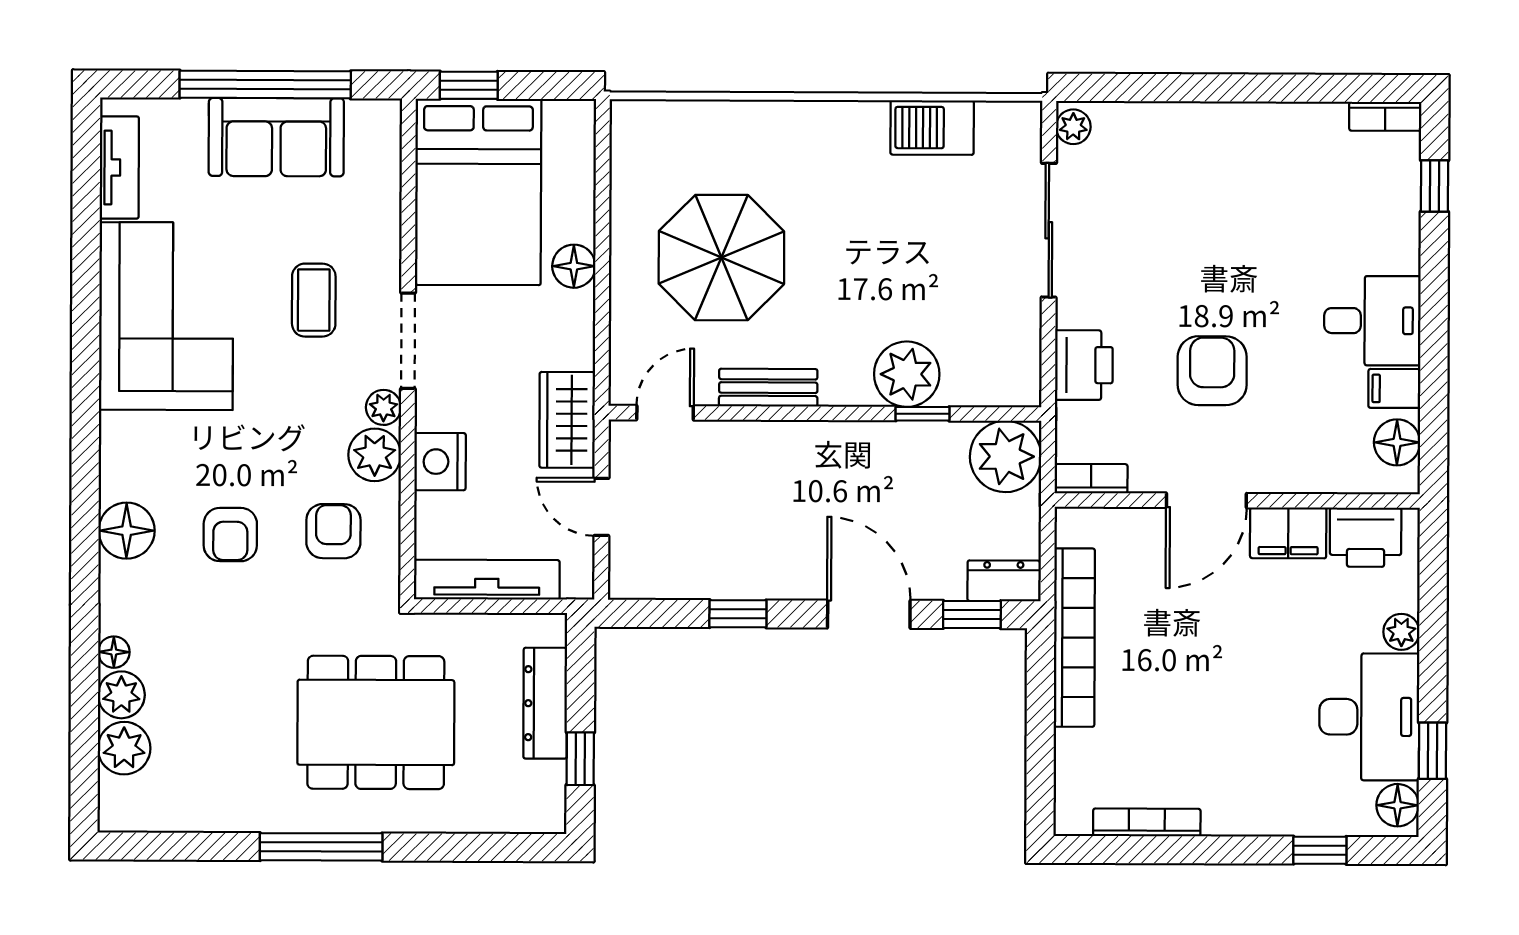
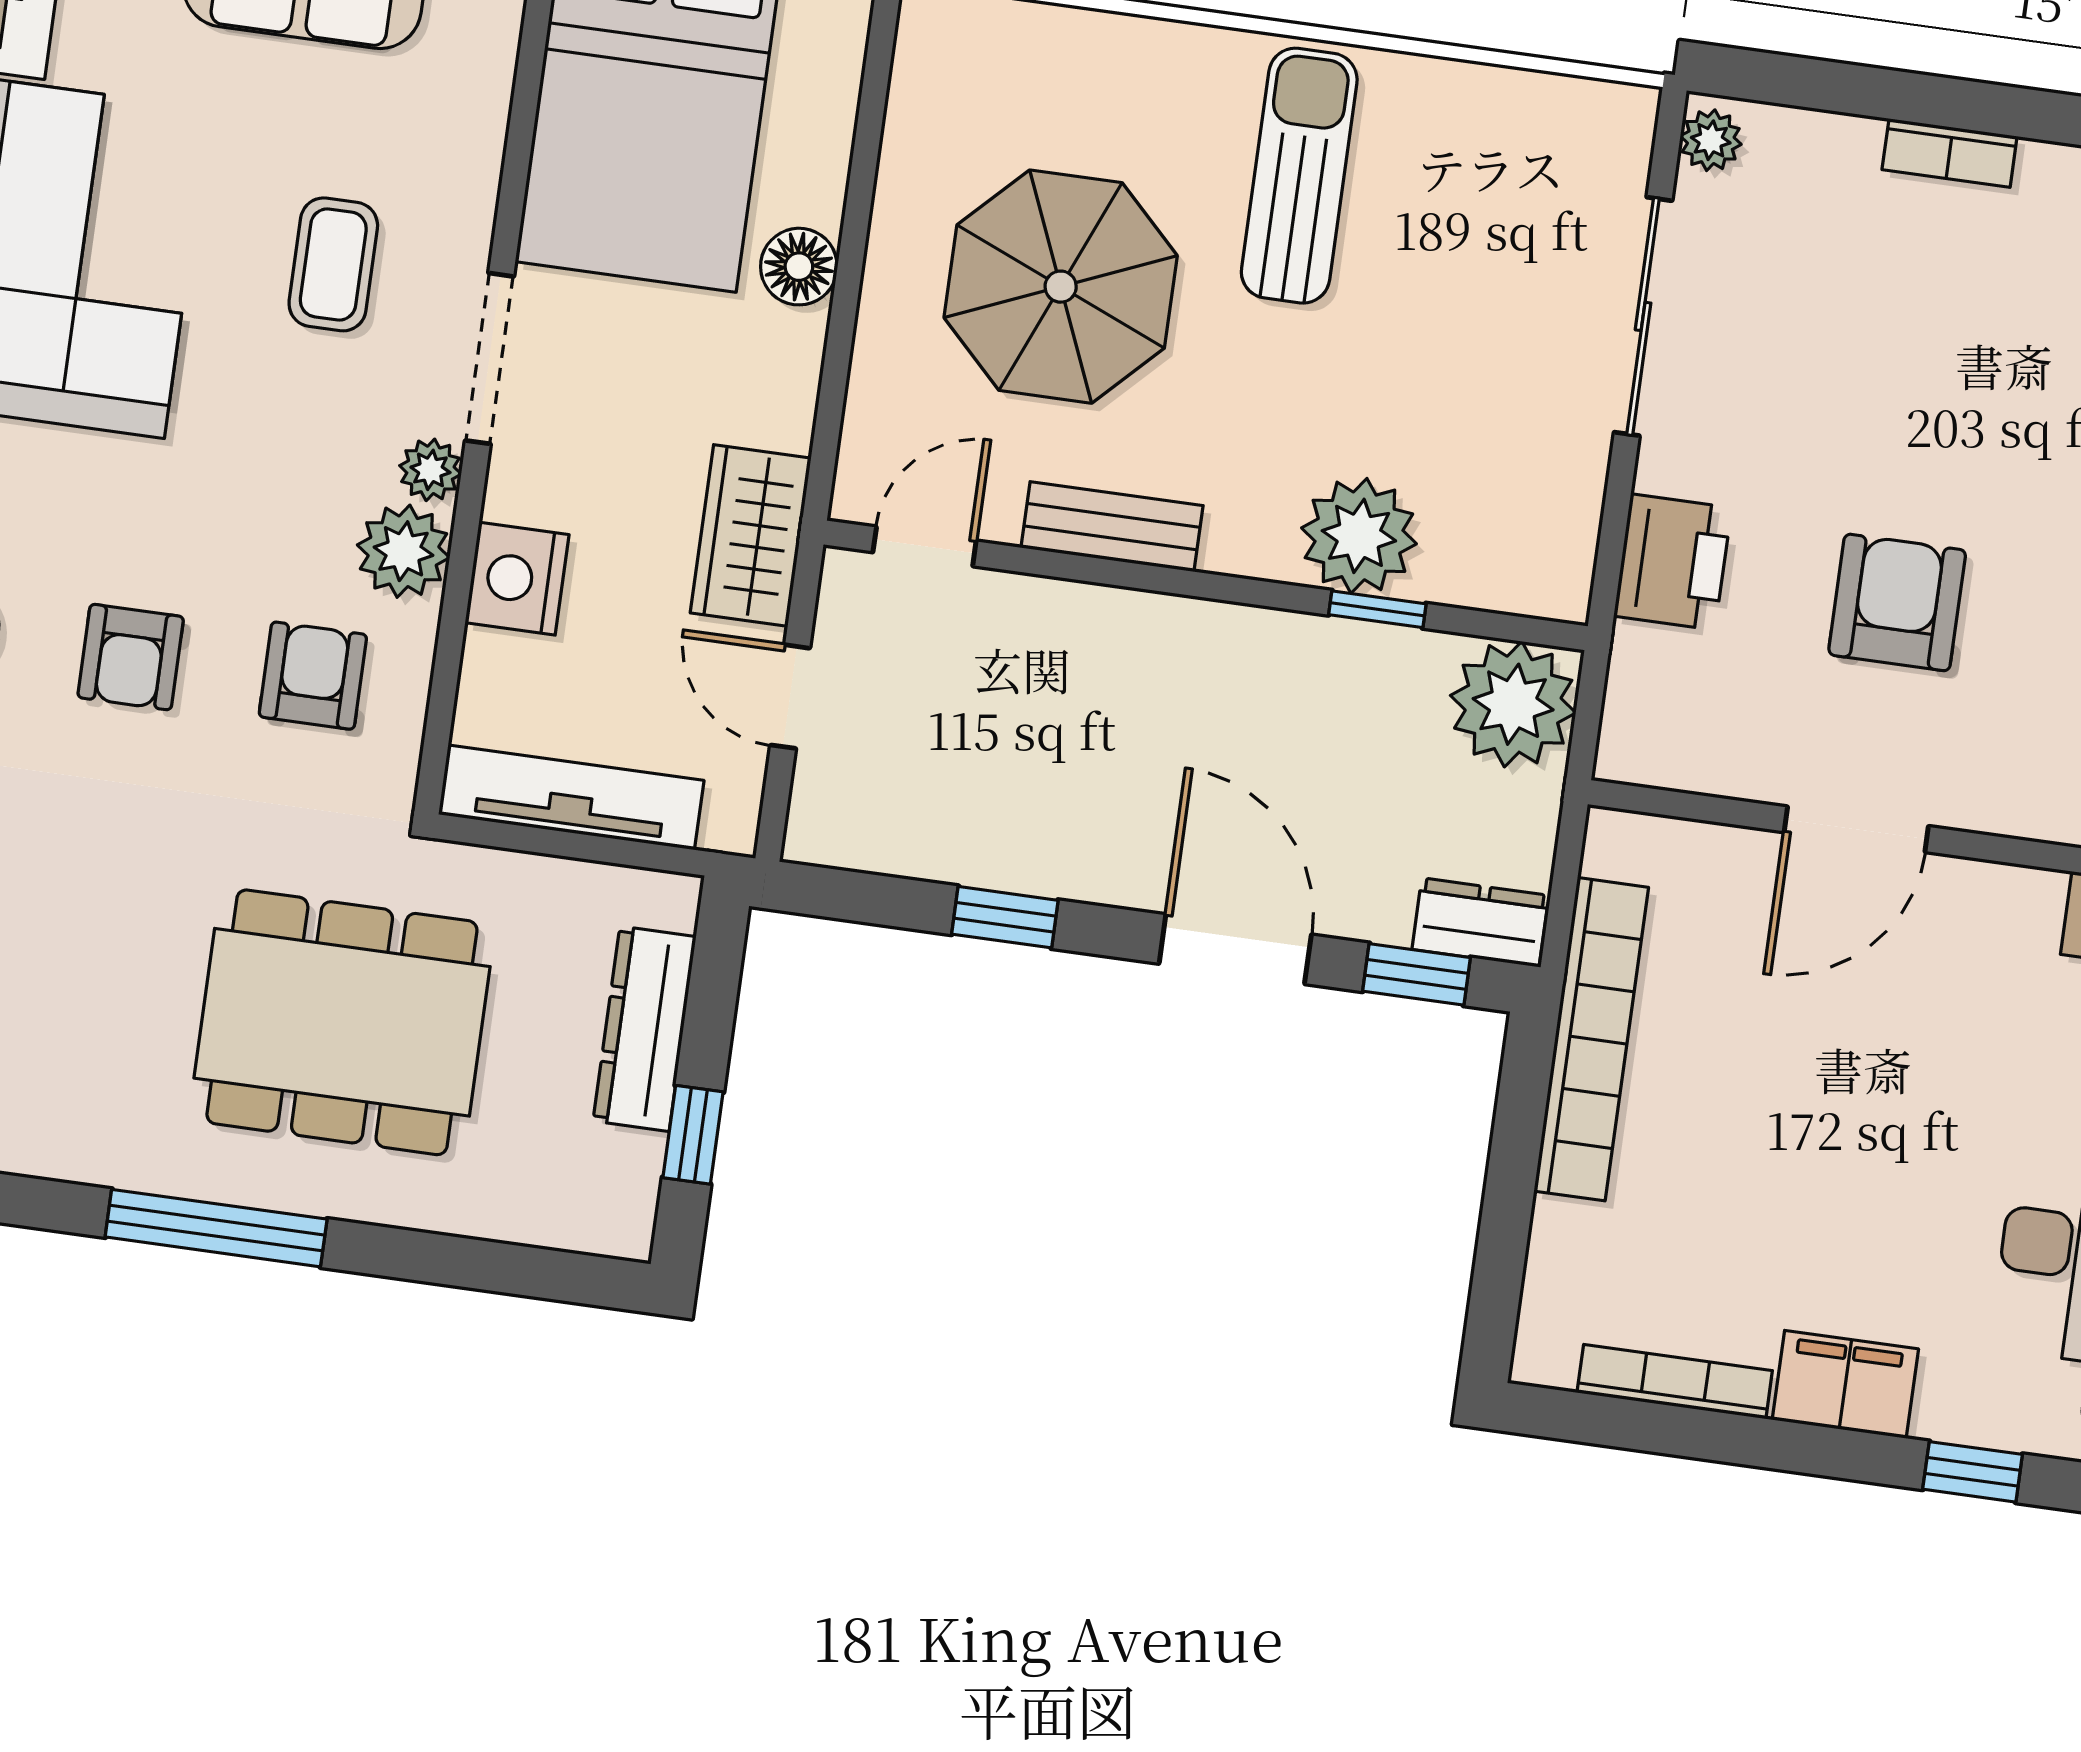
barbecue: (932, 128) -> (1462, 108), removed
sun lounger: (846, 178) -> (1299, 176), added
bookcase: (1091, 479) -> (1950, 153), moved, turned 180
filing cabinet: (1288, 533) -> (1845, 1384), moved, turned 180

